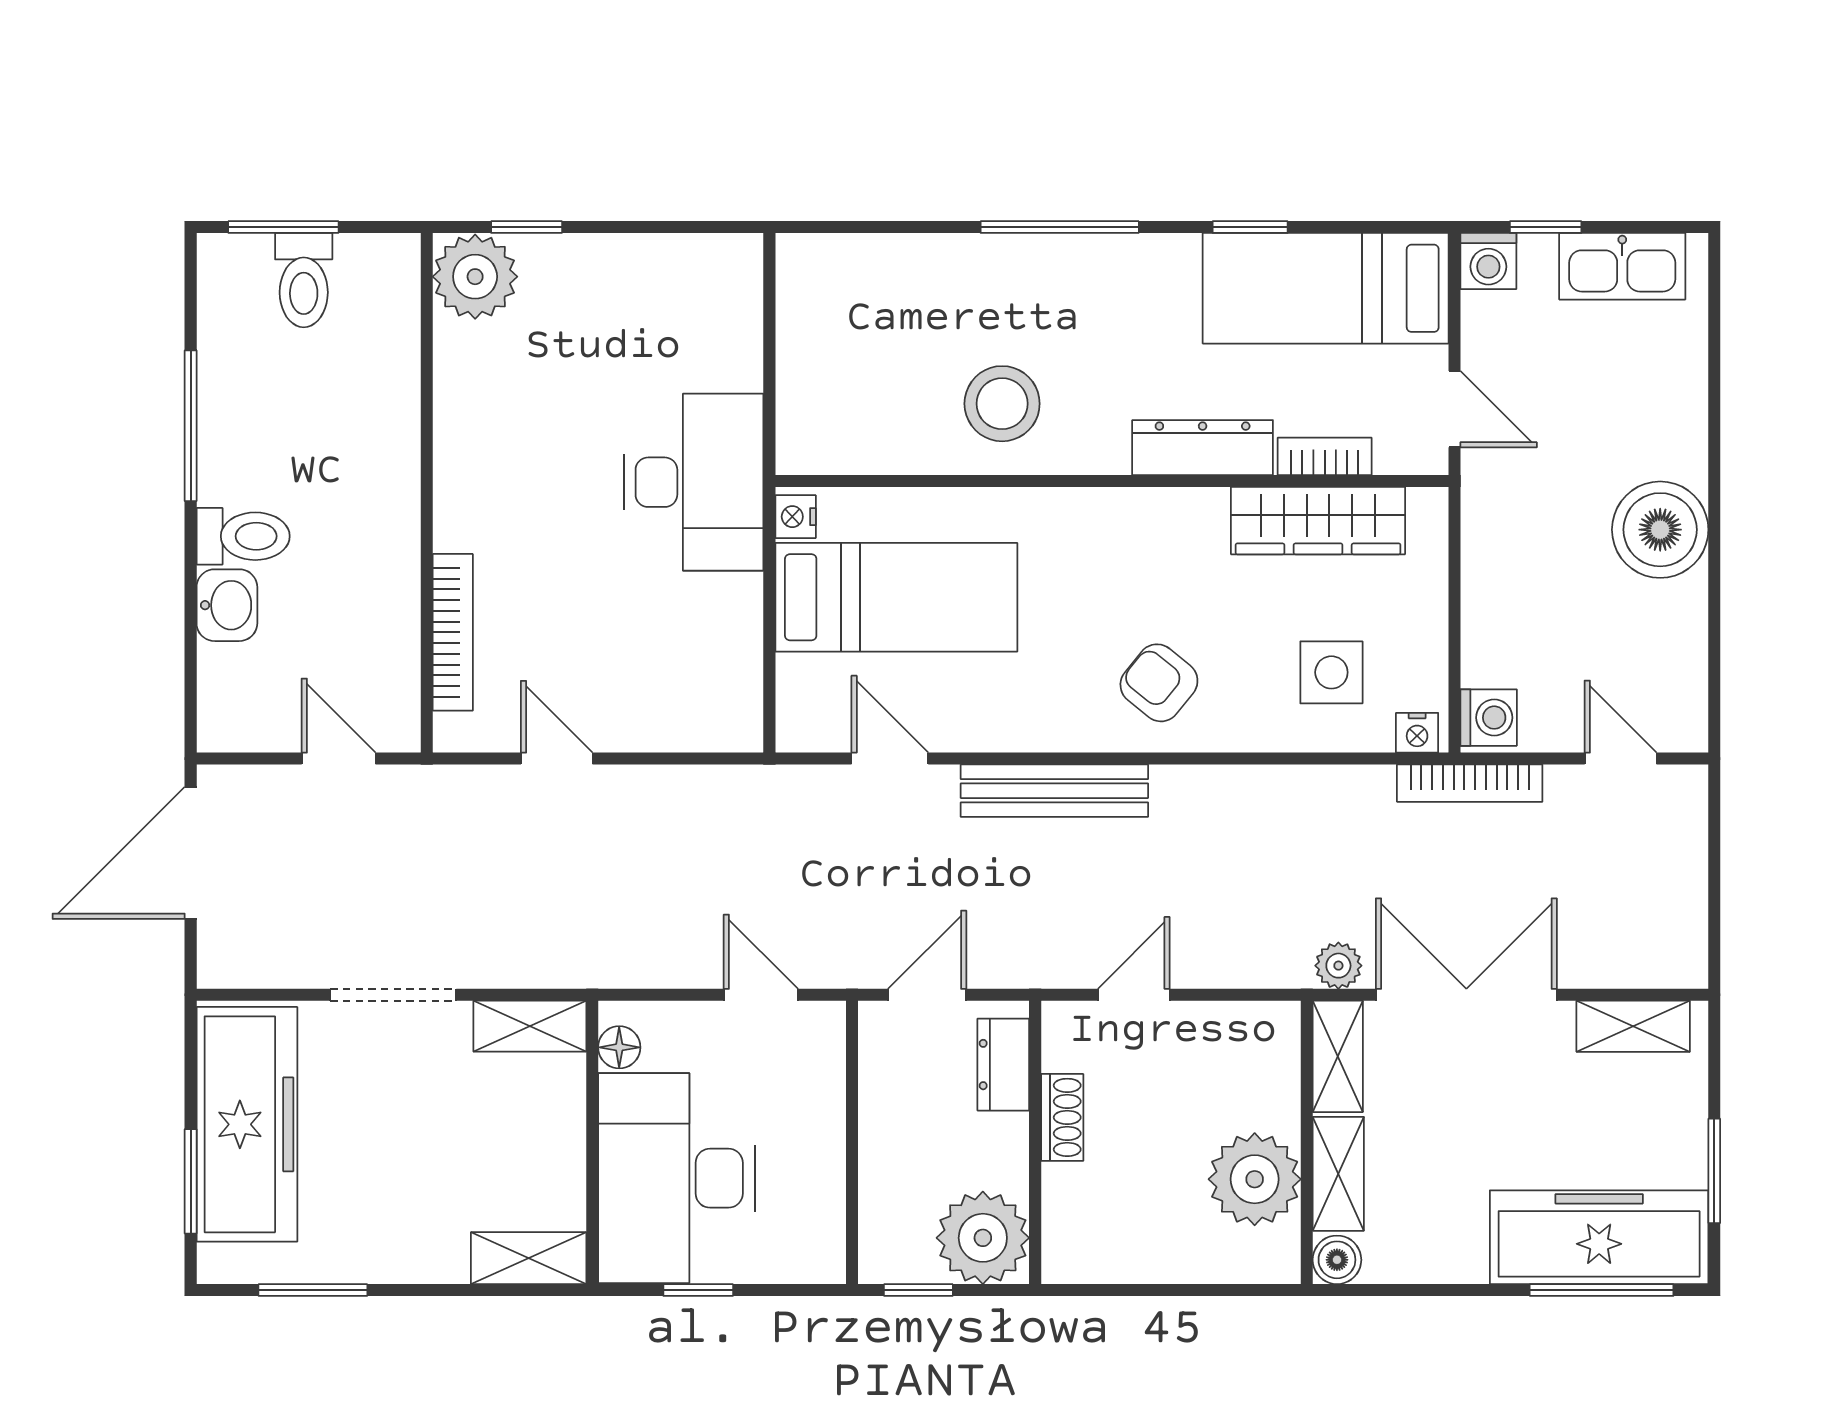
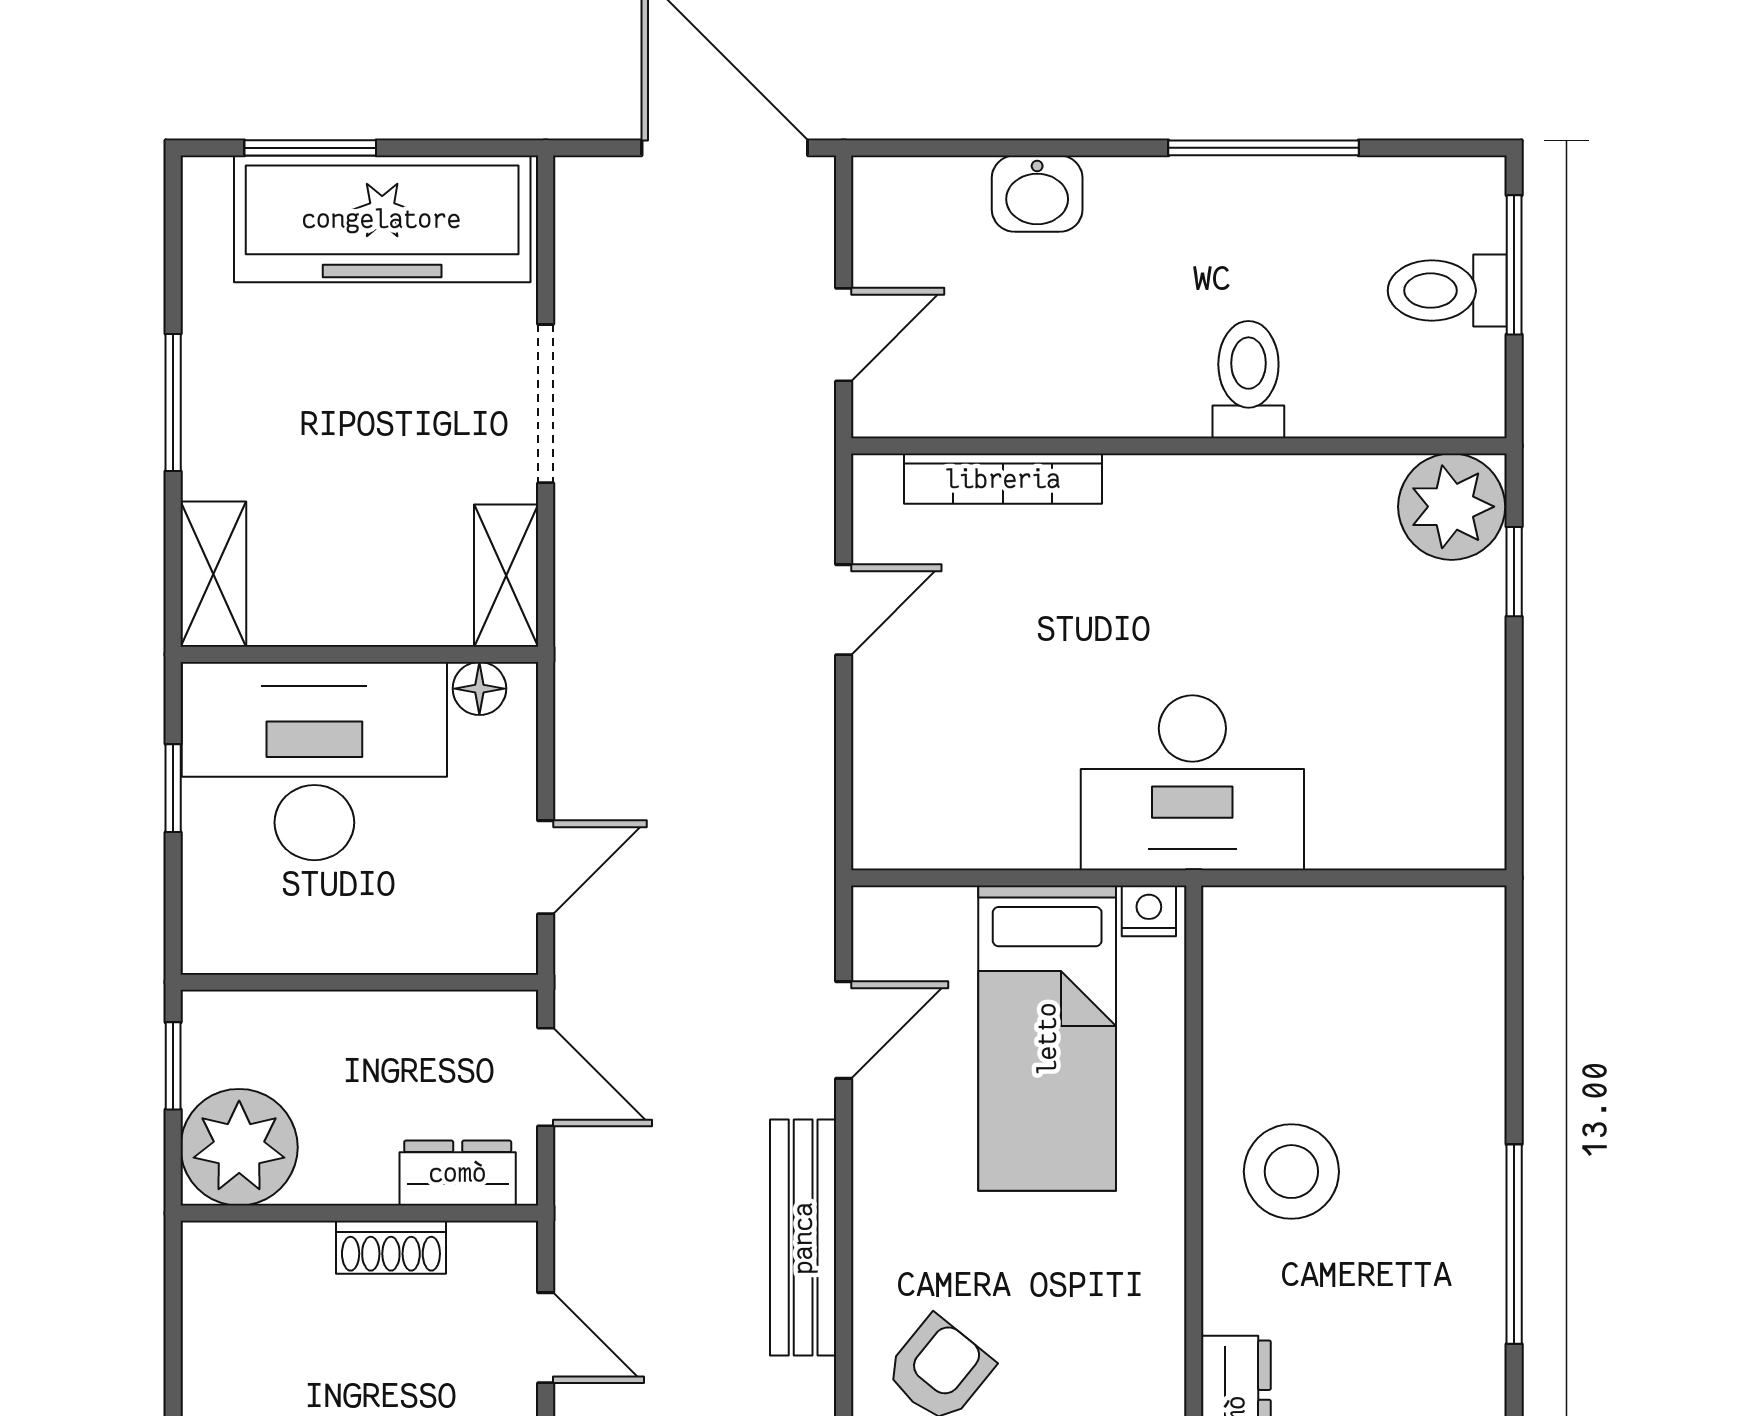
toilet: (243, 536) -> (1248, 380), moved, turned 180
window: (313, 1290) -> (173, 403), moved

